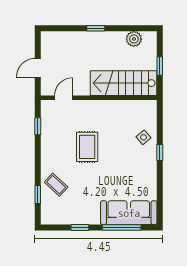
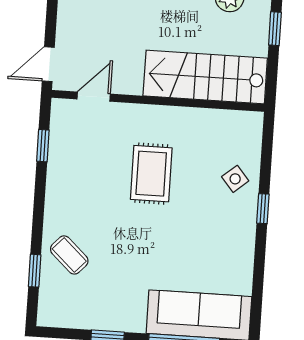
window: (160, 66) -> (275, 29), moved
door: (38, 68) -> (48, 64), moved
rug: (87, 147) -> (151, 174), moved

